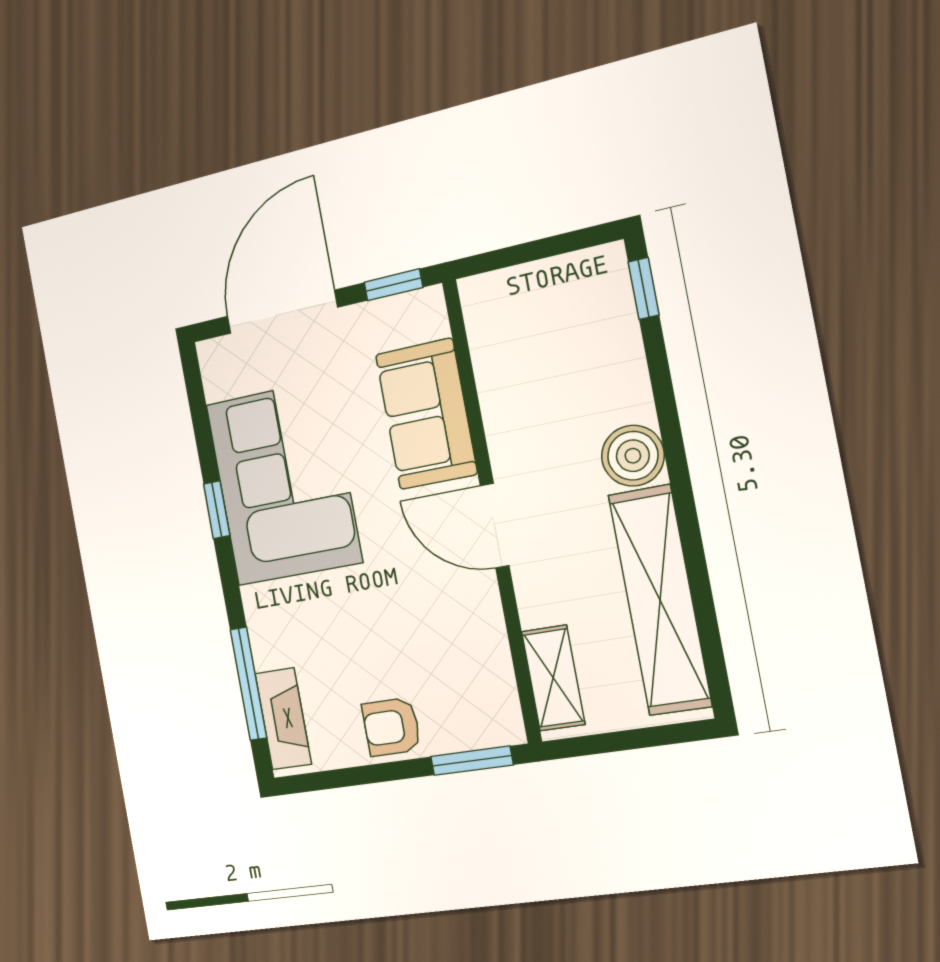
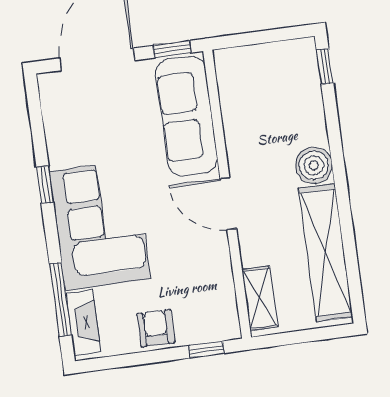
sofa: (426, 414) -> (187, 116), width x1.36
corner sofa: (283, 483) -> (100, 225), moved
armchair: (391, 727) -> (156, 328), turned 90
window: (472, 761) -> (206, 349), width x0.67

